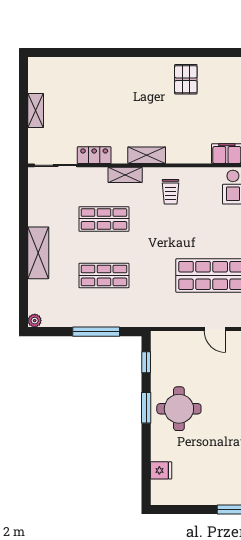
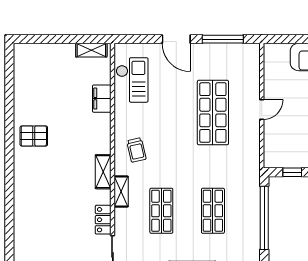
trolley: (171, 192) -> (136, 150), turned 77
window: (96, 332) -> (264, 218), width x1.46

